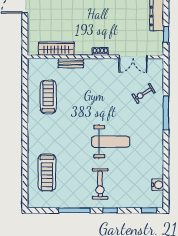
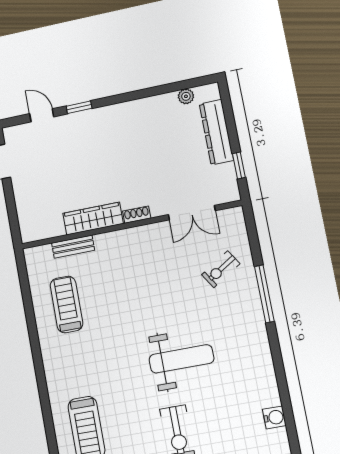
wardrobe: (56, 49) -> (93, 218), moved
bench: (71, 63) -> (73, 247), moved

